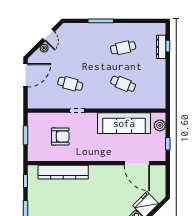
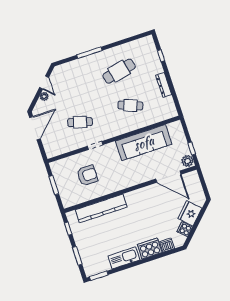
dresser: (161, 47) -> (164, 85), moved
cafe table: (123, 48) -> (119, 71), width x1.37, depth x1.35
plant: (160, 125) -> (187, 161), moved

